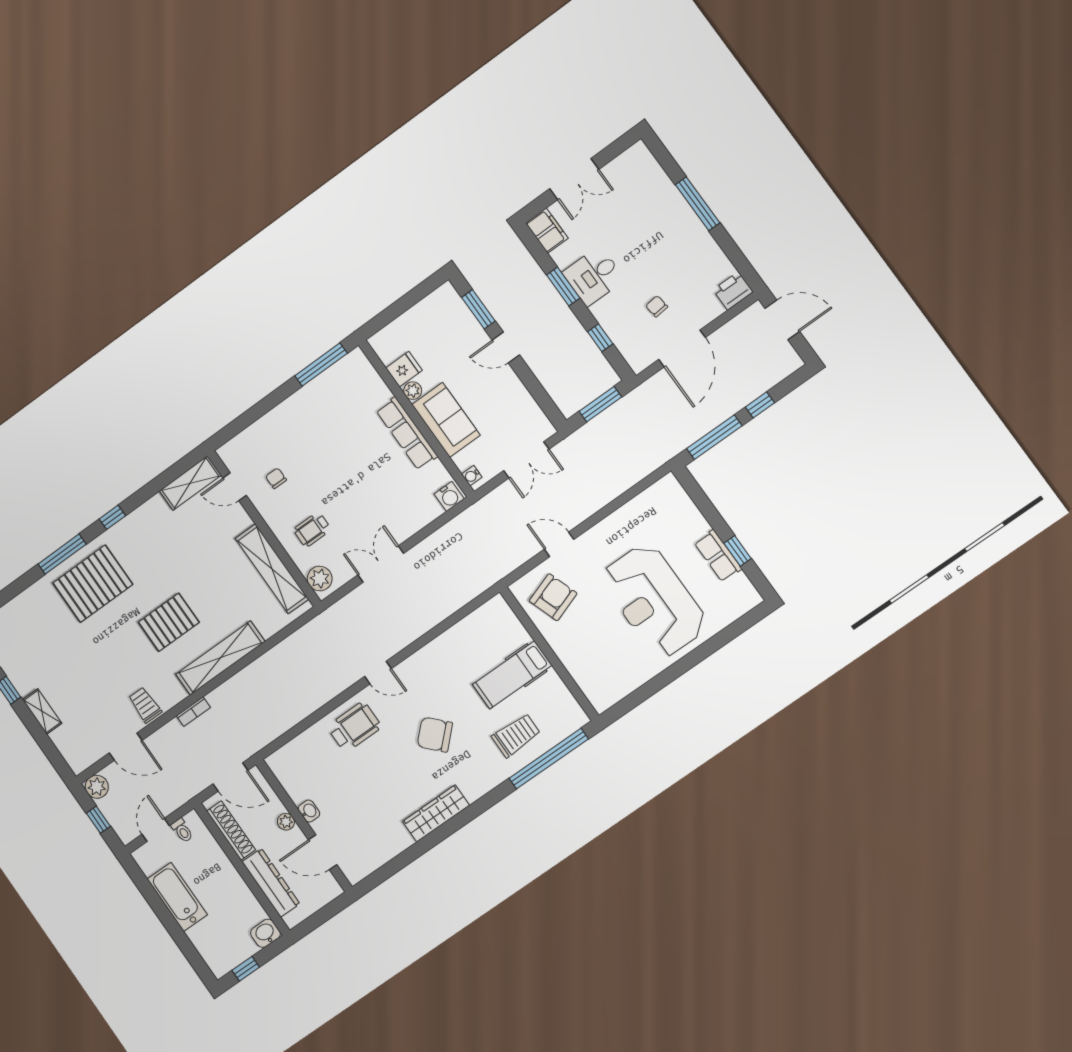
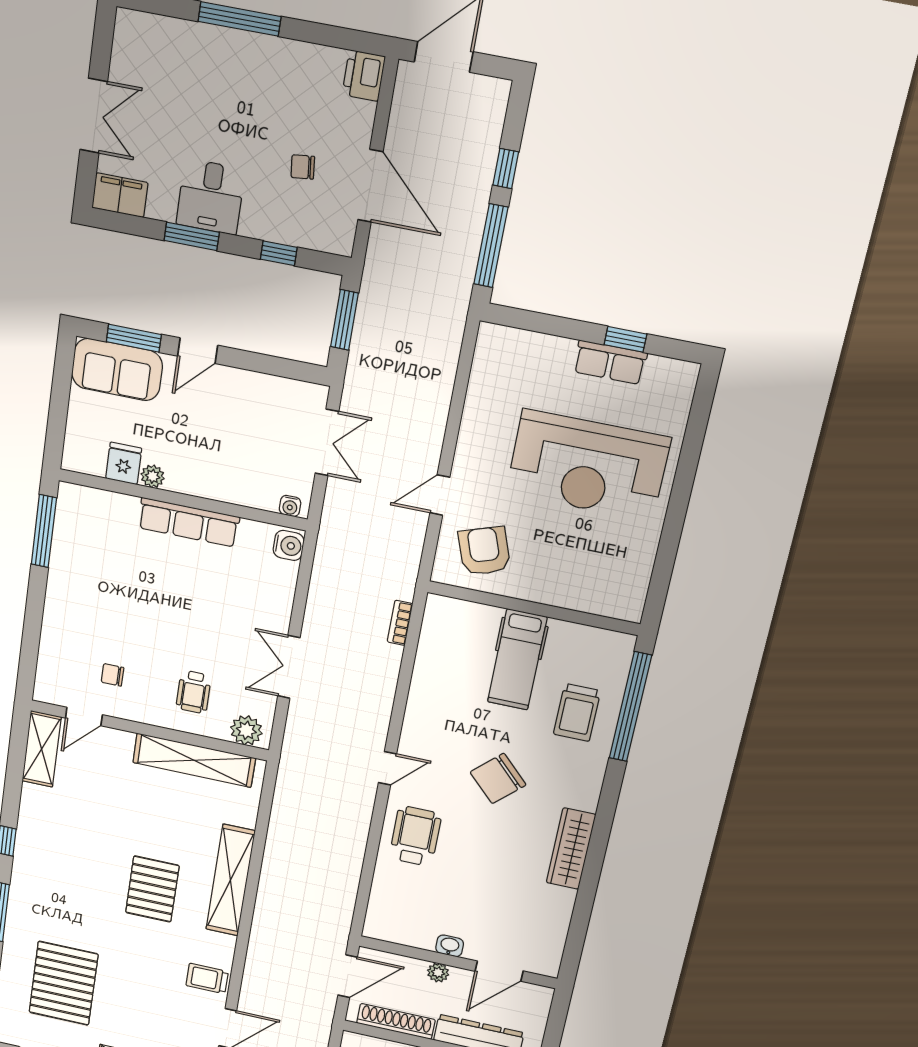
sofa: (446, 420) -> (117, 370), moved, turned 180
pallet: (93, 584) -> (63, 983), moved
bookcase: (193, 712) -> (400, 623), moved, turned 180
trolley: (516, 735) -> (577, 712), turned 180

